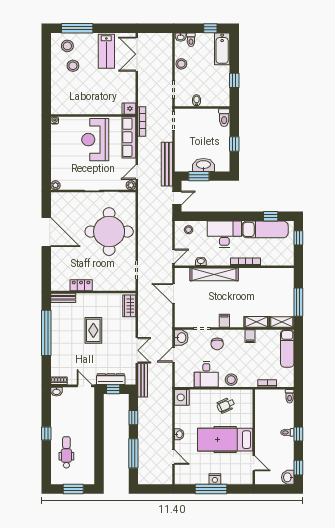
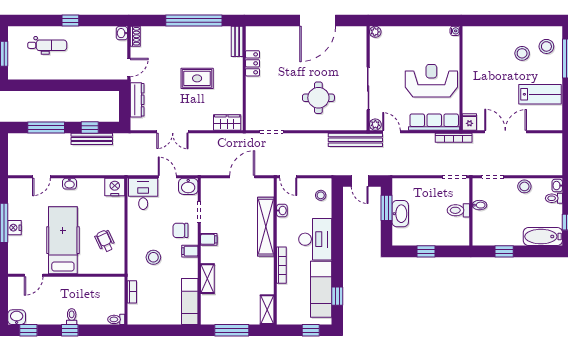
lab bench: (106, 51) -> (540, 94), turned 180
double door: (137, 54) -> (505, 132), moved
toilet: (224, 118) -> (458, 210), moved
bench: (167, 164) -> (355, 140), moved
round table: (109, 232) -> (318, 98), width x0.54, depth x0.54
shelving: (282, 322) -> (267, 310), moved
filing cabinet: (250, 336) -> (190, 251), moved
exam couch: (287, 349) -> (190, 302), moved, turned -90
desk: (206, 374) -> (143, 194), moved, turned 90
bench: (143, 380) -> (92, 139), moved
stool: (231, 380) -> (153, 257), moved
window: (113, 389) -> (125, 103), removed

